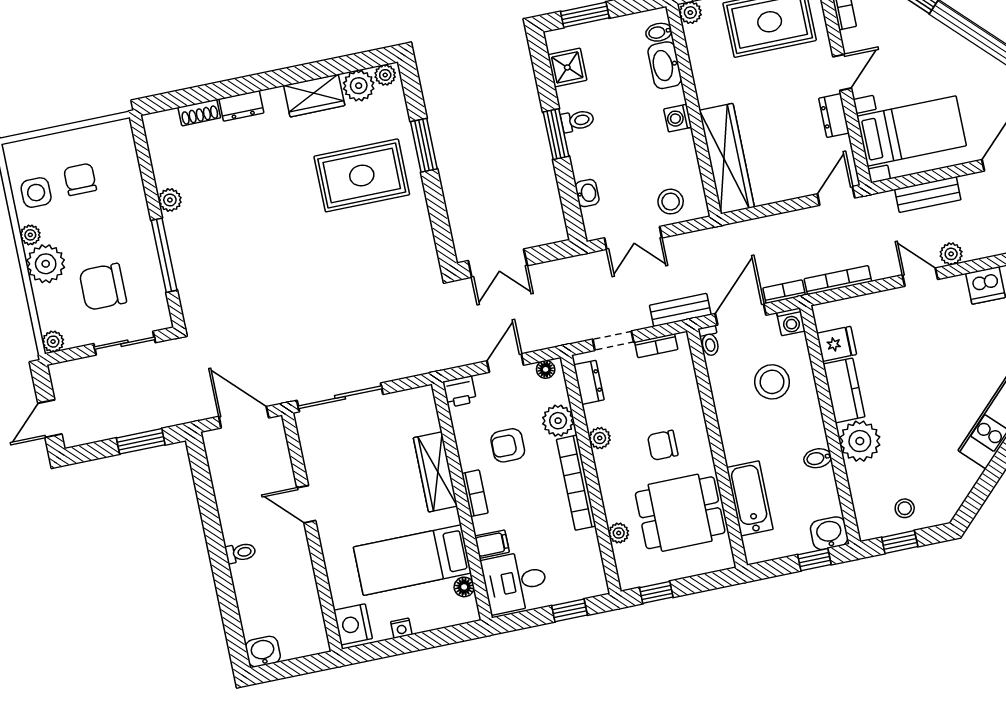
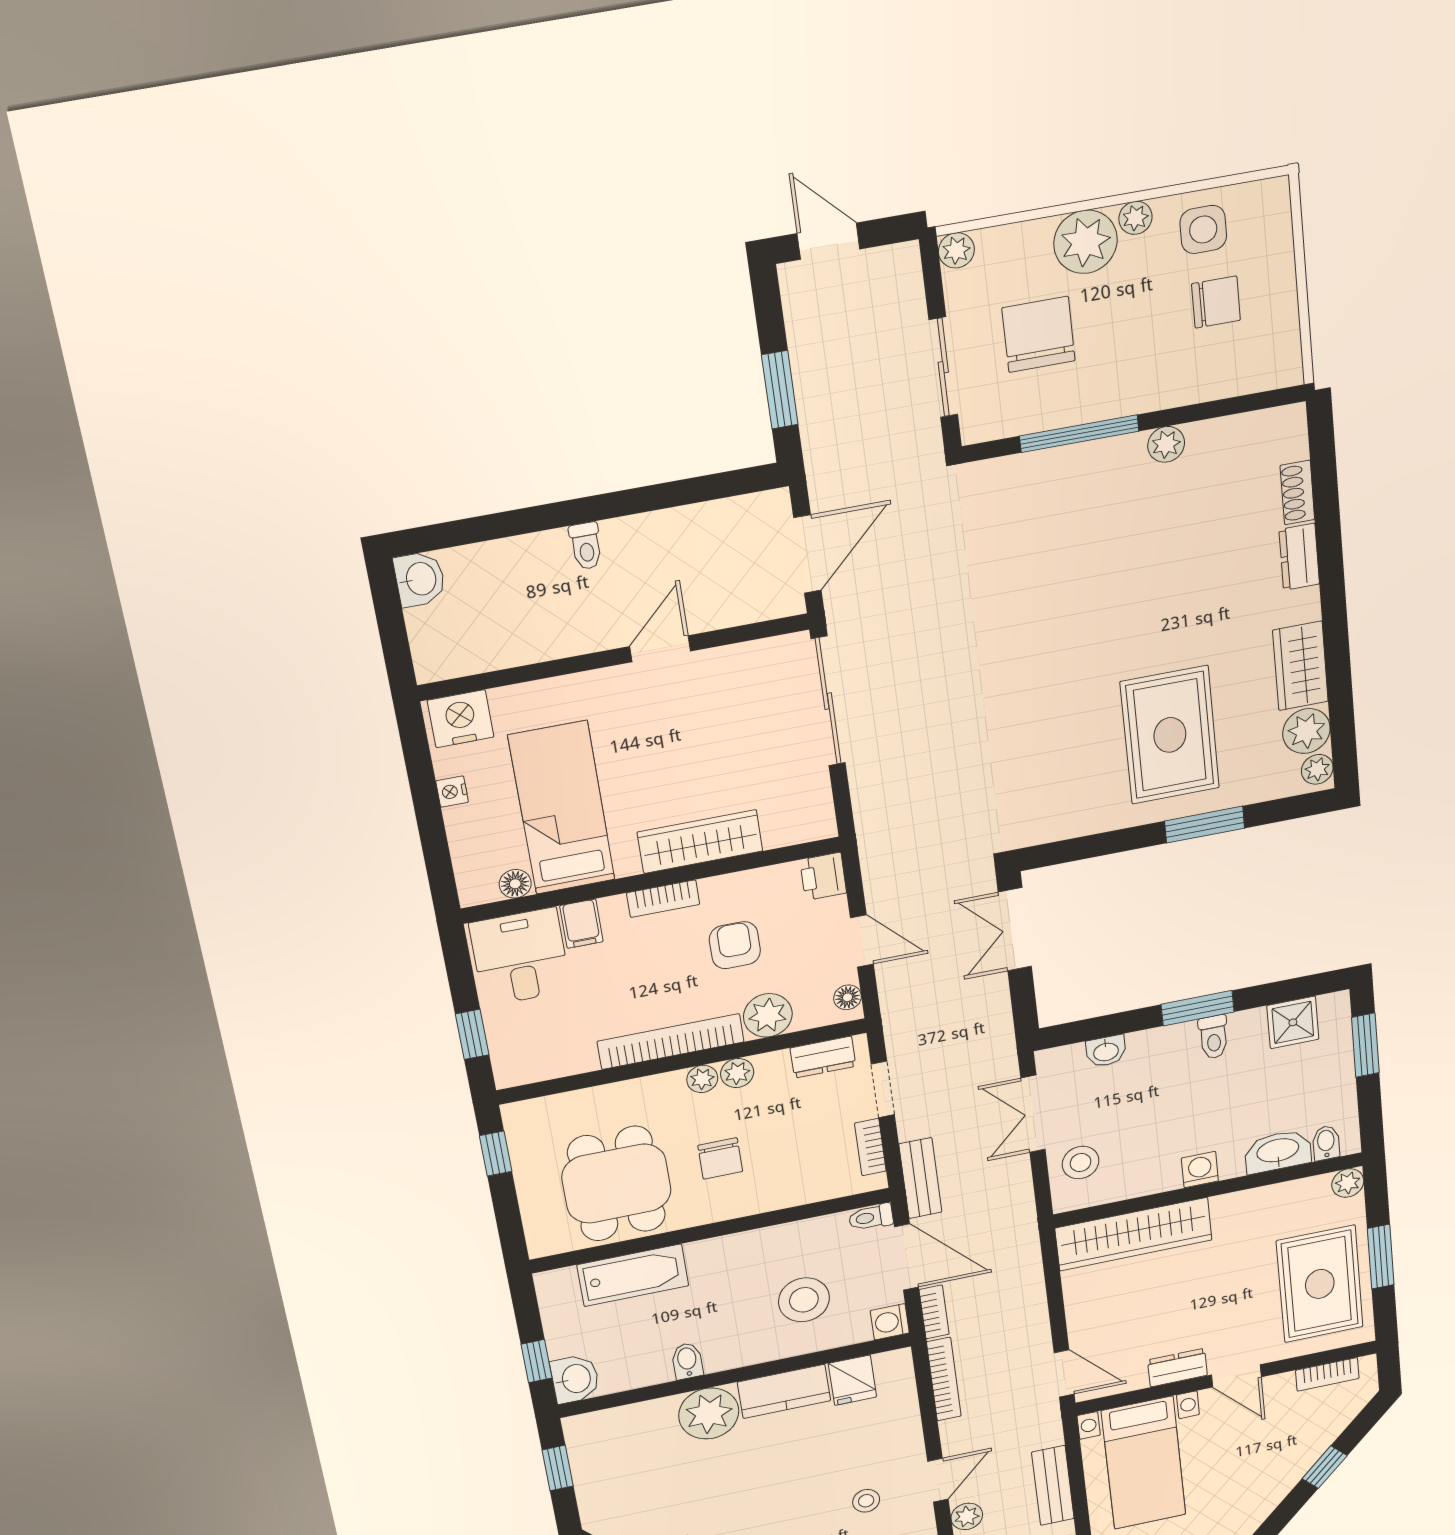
chair: (663, 445) -> (720, 1158), turned 180
stool: (905, 508) -> (866, 1501), moved
plant: (619, 533) -> (702, 1079), moved

